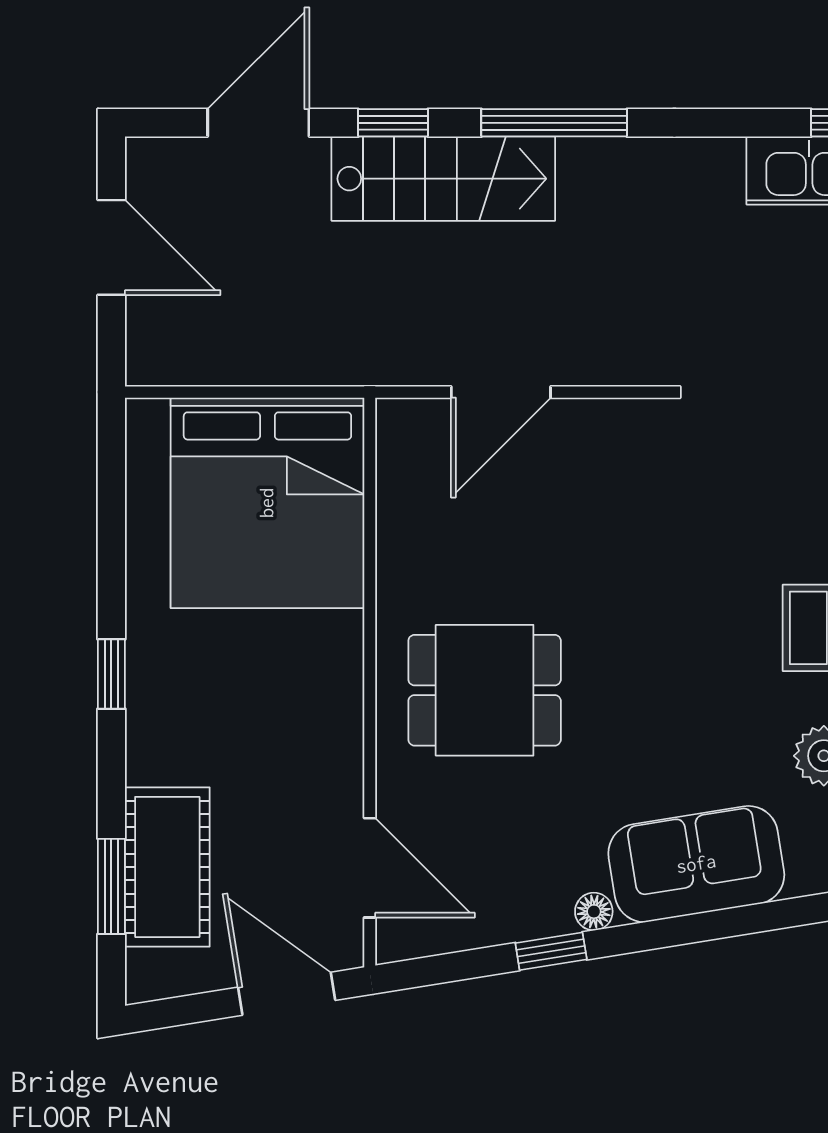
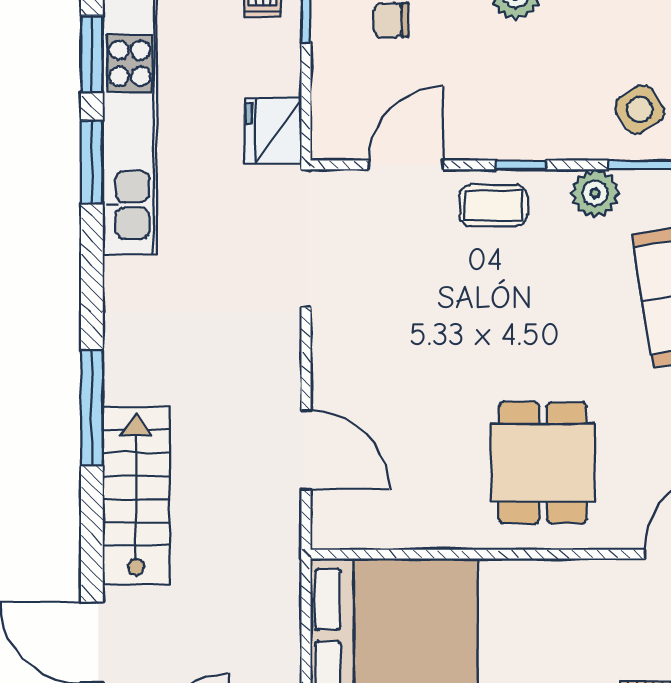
window: (393, 123) -> (92, 536), removed

